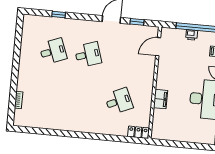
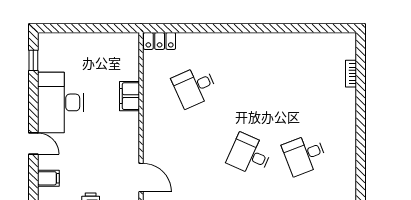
door: (158, 47) -> (141, 177), hinge flipped
desk: (88, 55) -> (250, 155), turned 42

